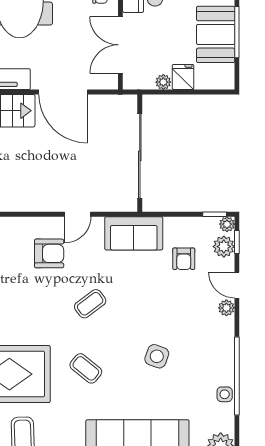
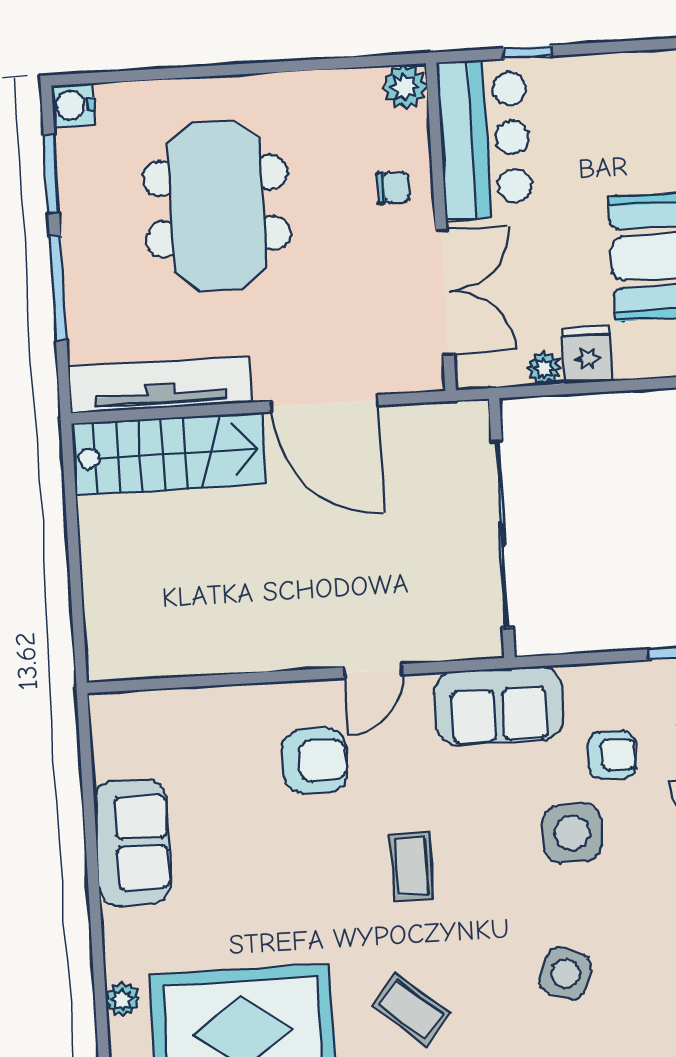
double door: (120, 45) -> (445, 292), swing flipped
armchair: (184, 259) -> (612, 755), turned -89
side table: (163, 293) -> (572, 833), added
coffee table: (90, 304) -> (412, 866), turned -53

